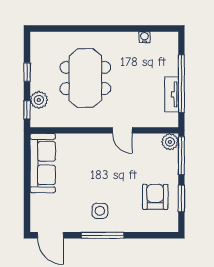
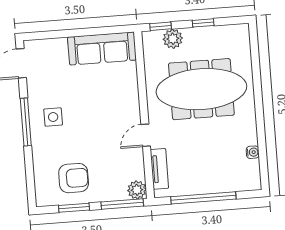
meeting table: (85, 78) -> (201, 89), width x1.36
tv unit: (172, 94) -> (159, 169), moved, turned 90

